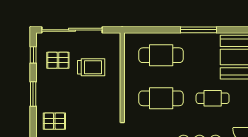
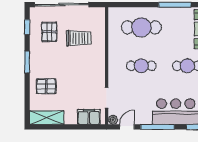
pallet: (58, 60) -> (49, 32), turned 90
cafe table: (161, 98) -> (141, 66), width x0.73, depth x0.74

